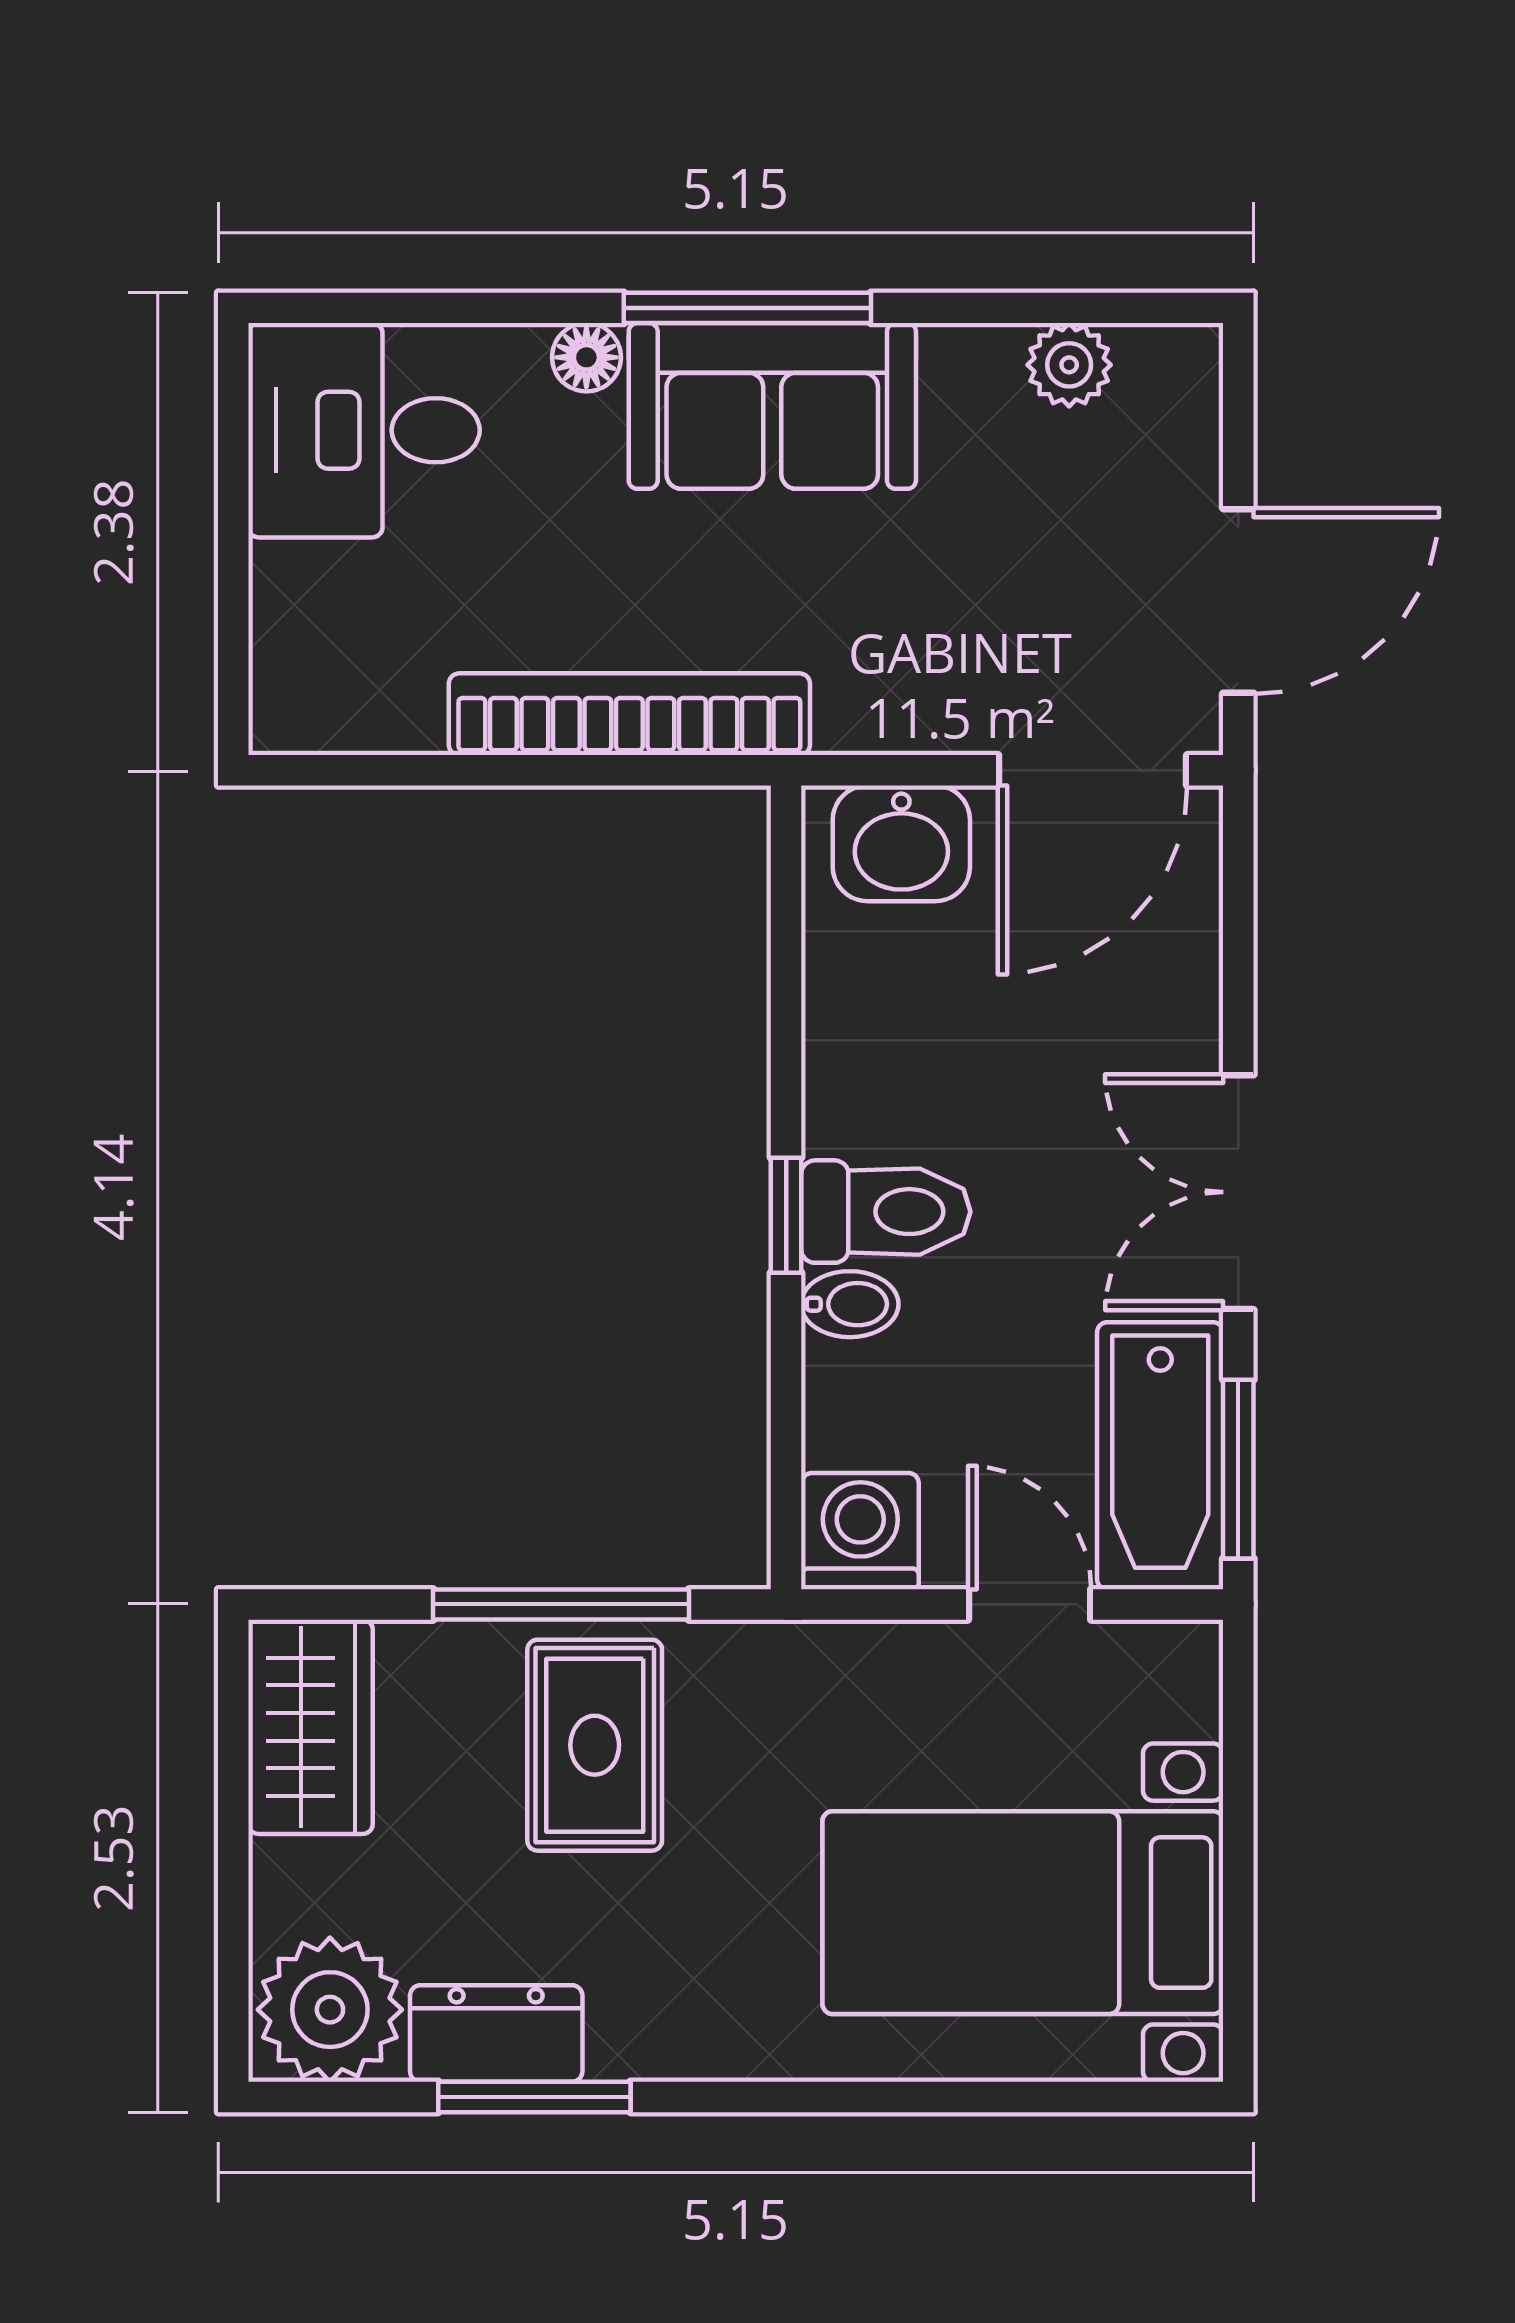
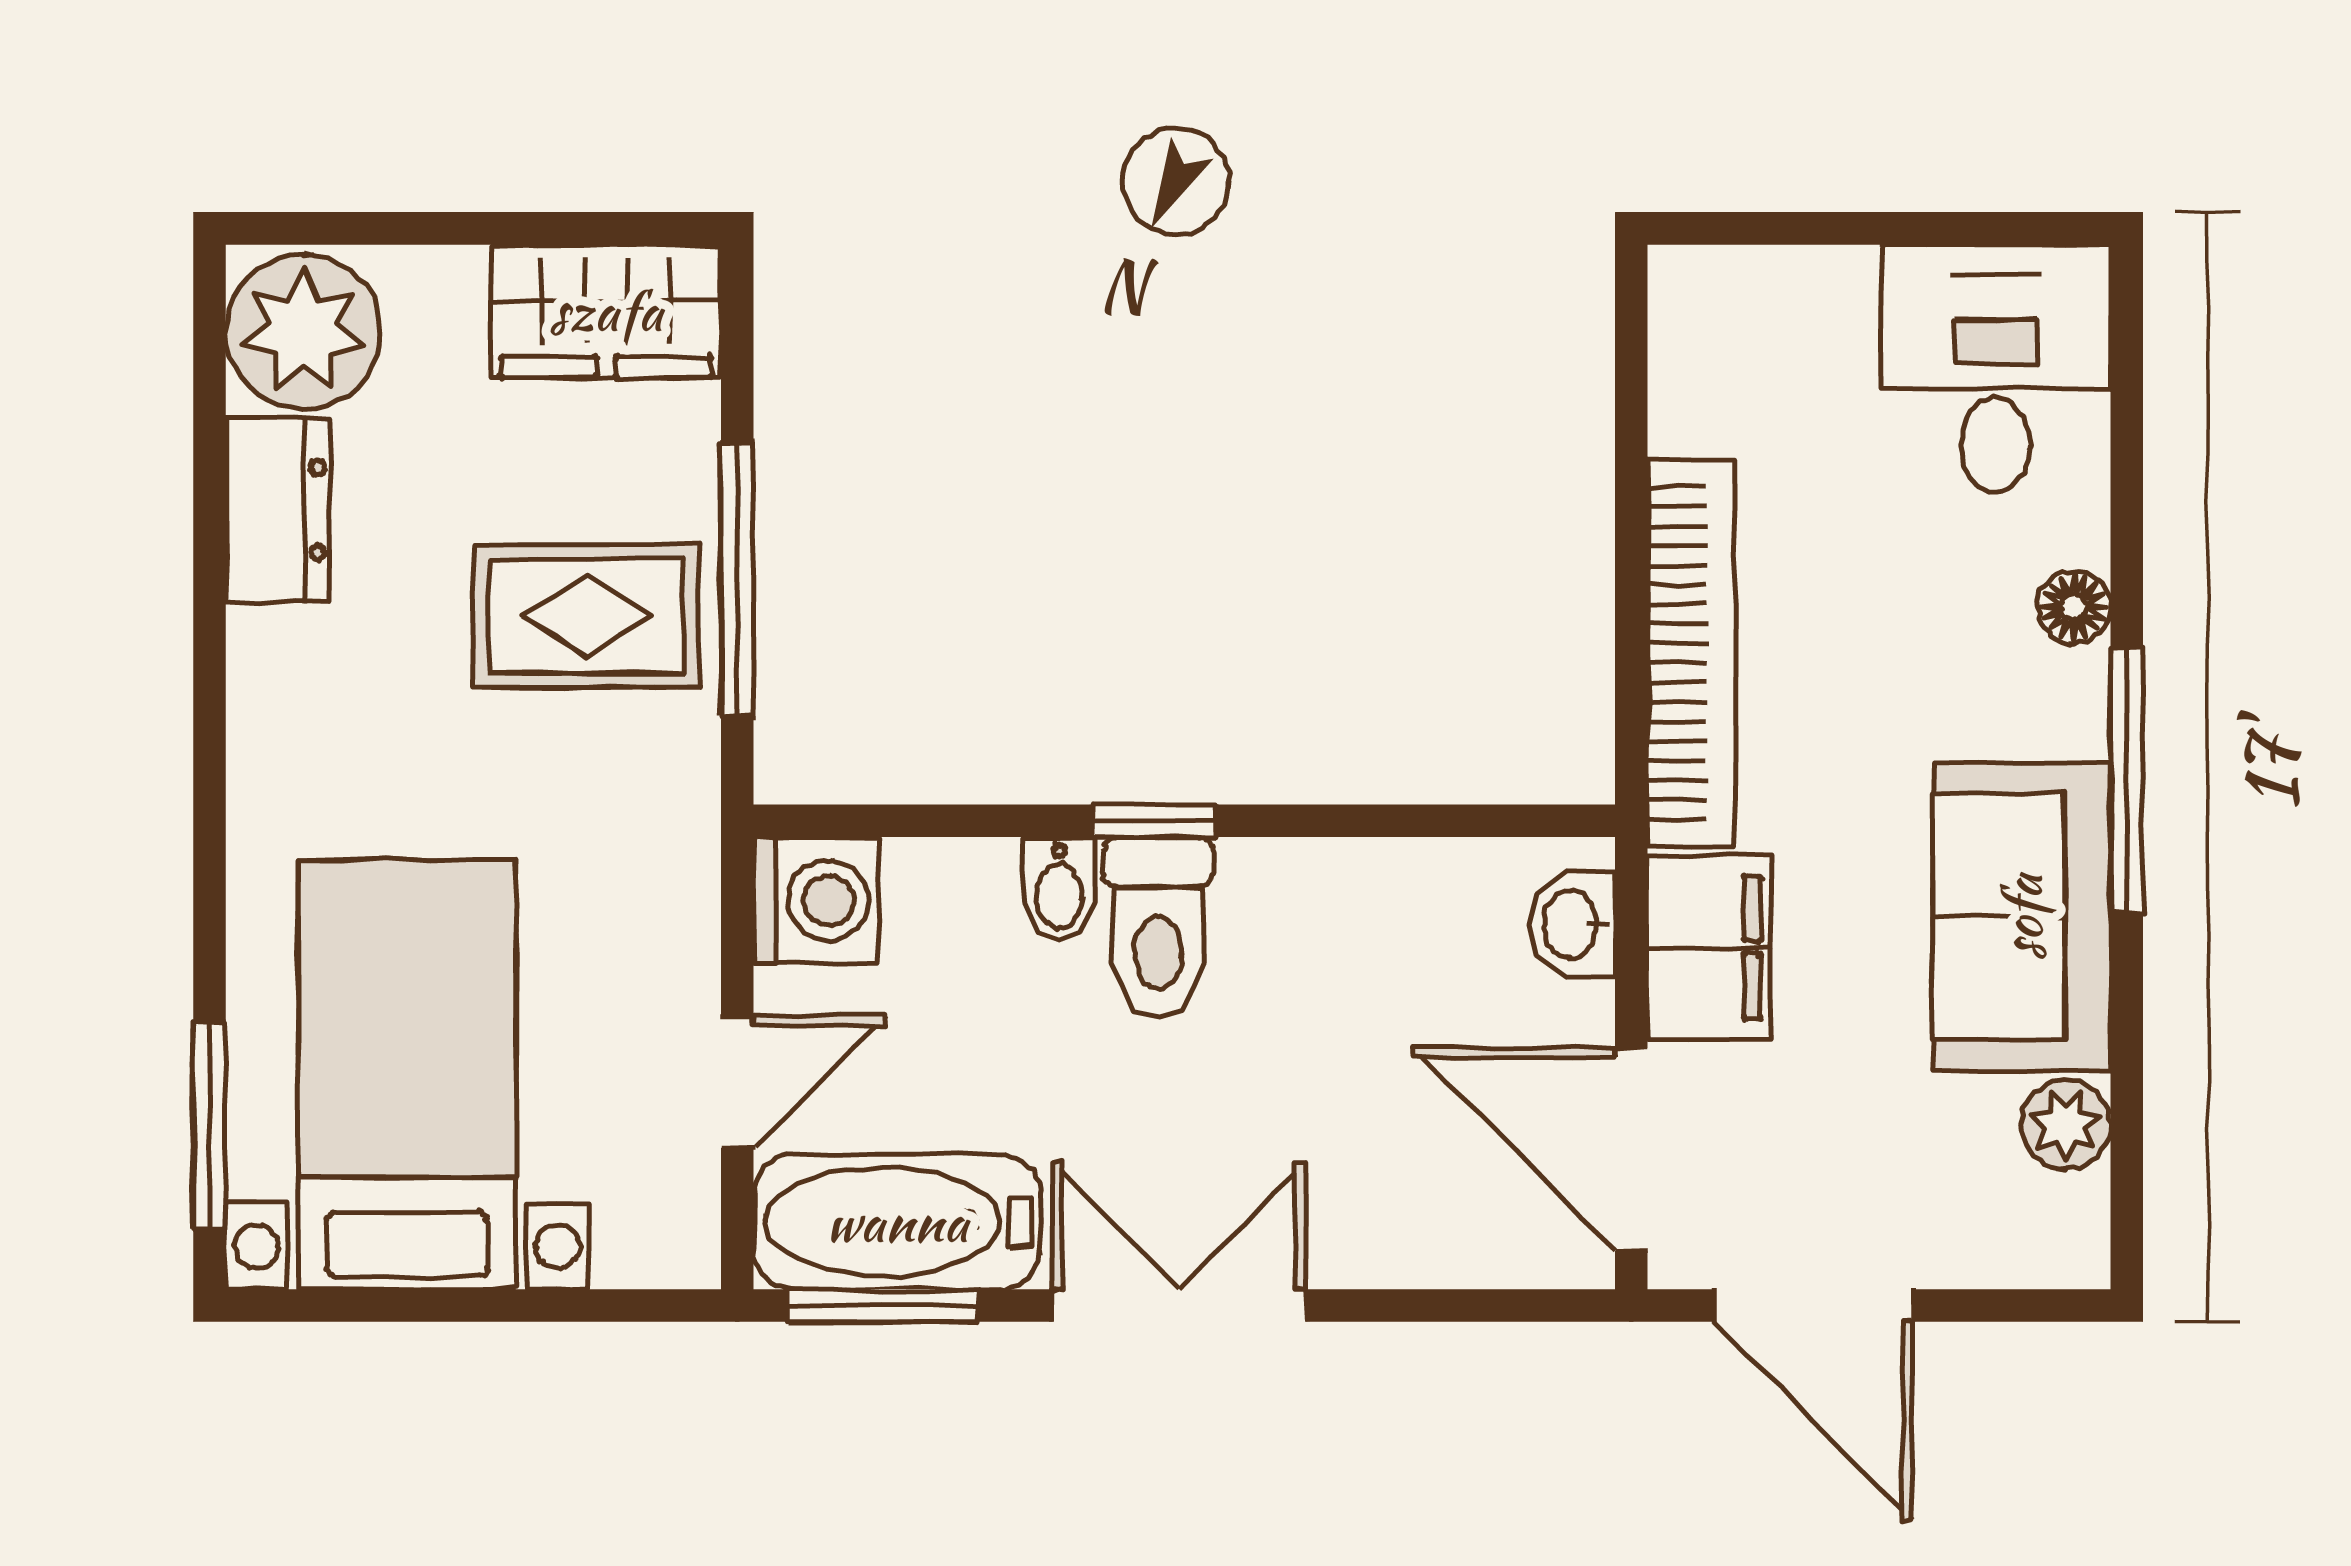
sofa: (772, 406) -> (2022, 917), moved
filing cabinet: (904, 698) -> (1709, 947), added
washbasin: (901, 843) -> (1572, 924), width x0.72, depth x0.69
window: (534, 2097) -> (210, 1126), moved

